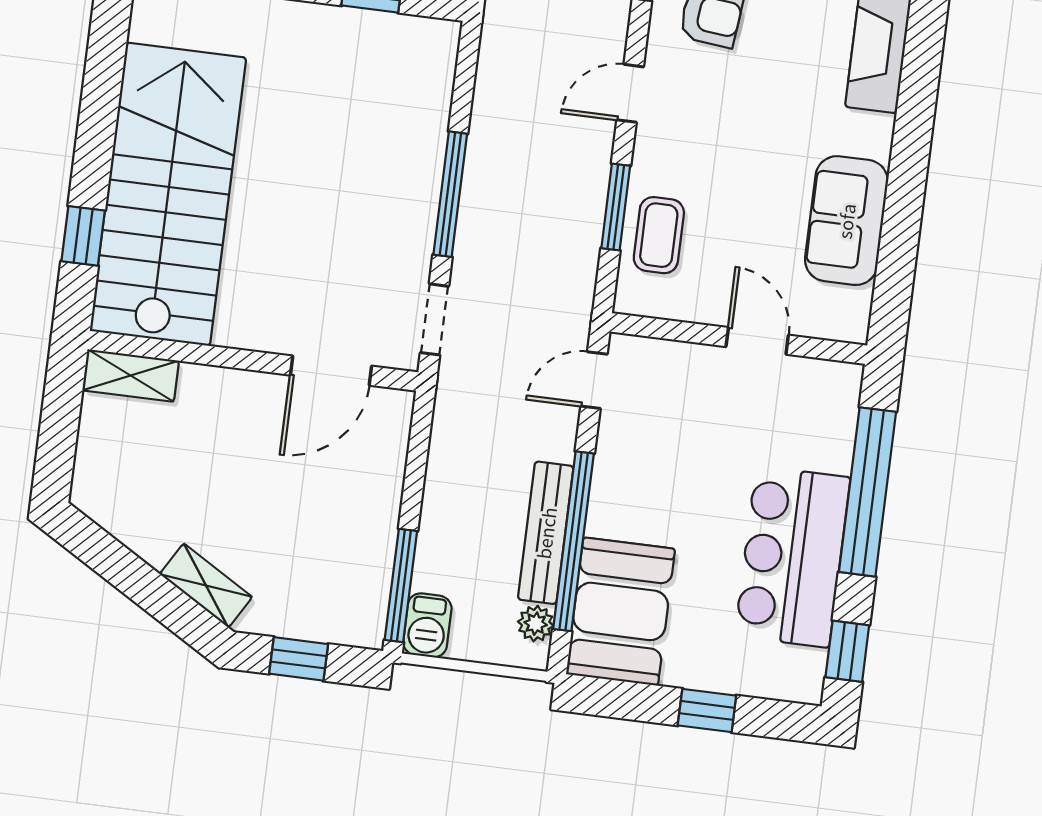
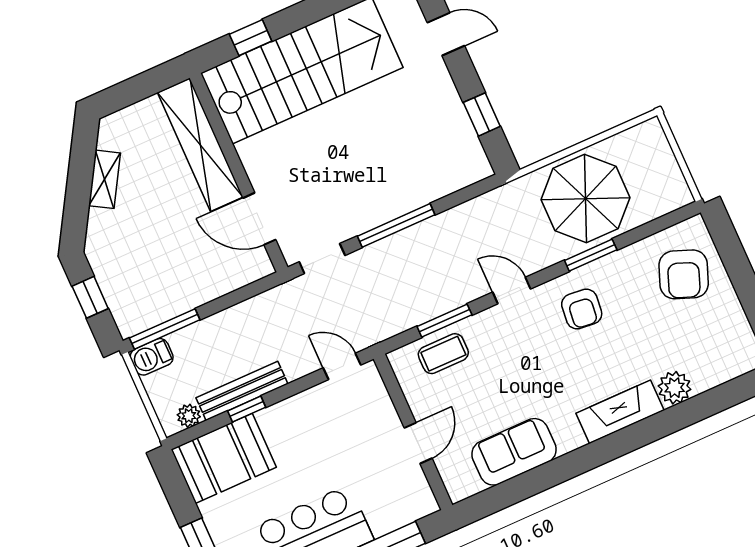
shelving: (131, 376) -> (200, 145), width x2.20, depth x1.33
window: (574, 541) -> (247, 409), width x0.32
shelving: (206, 586) -> (105, 179), moved

